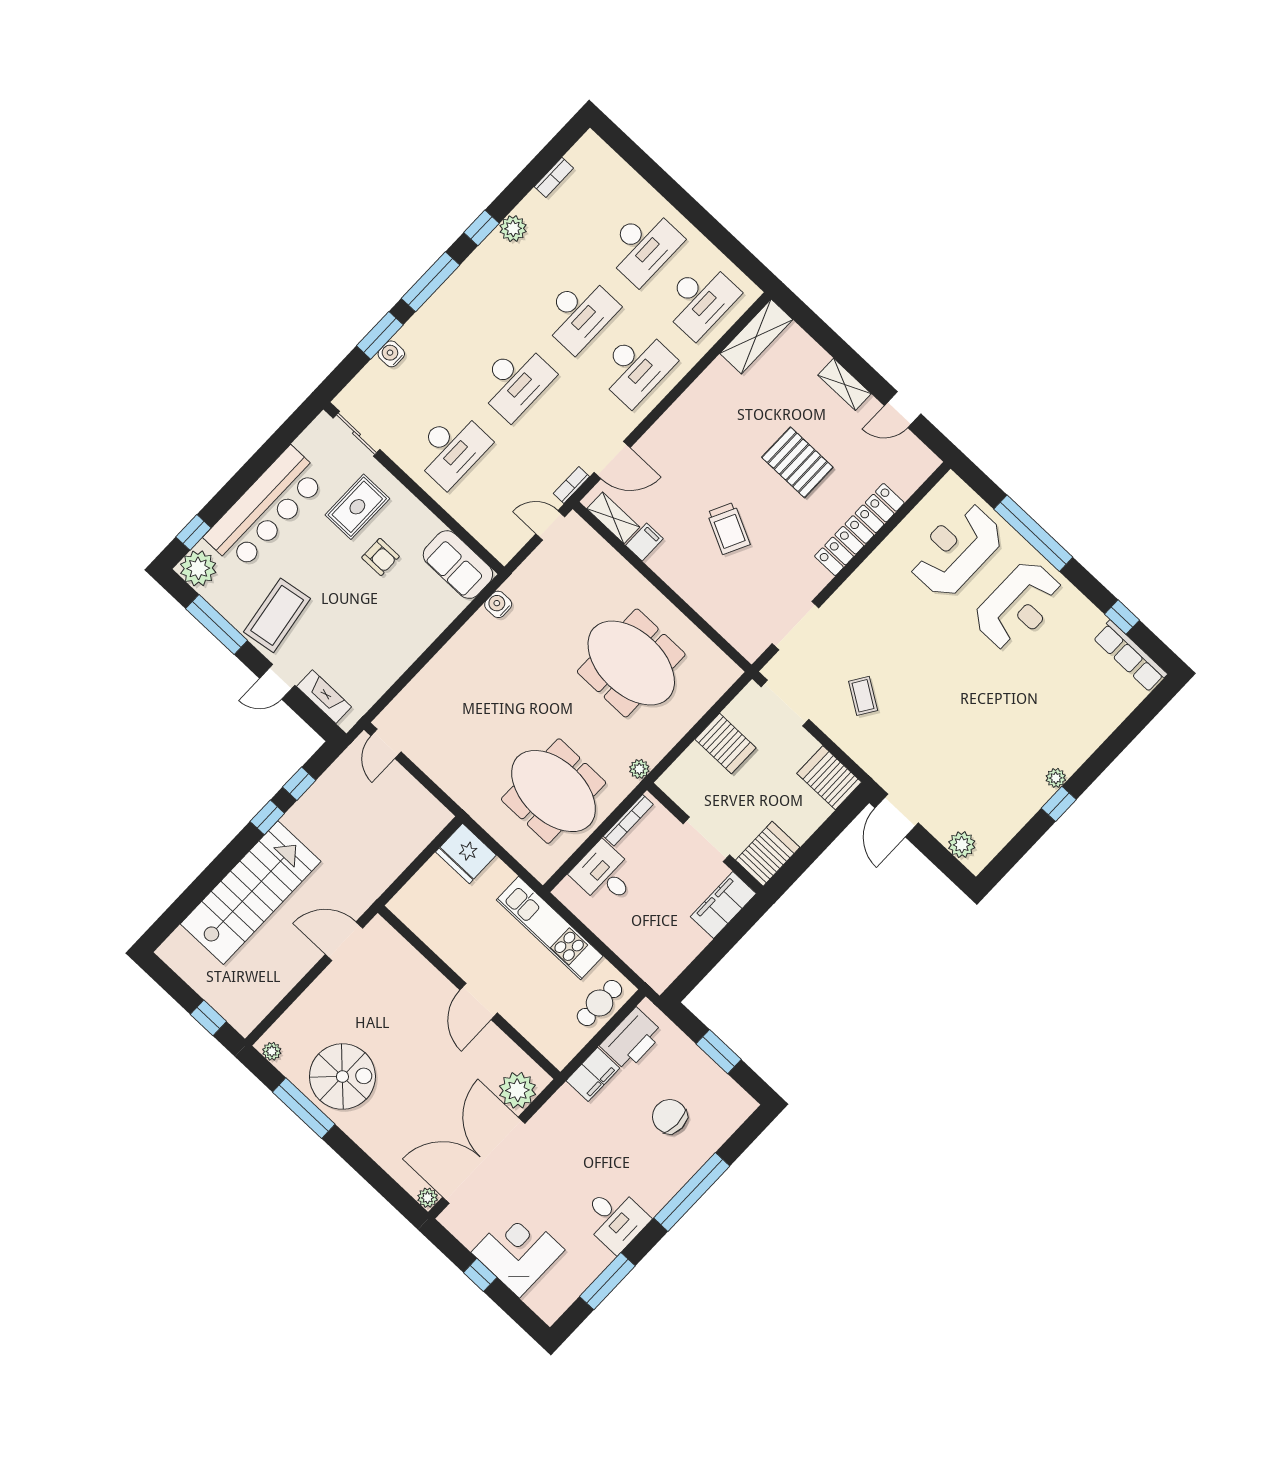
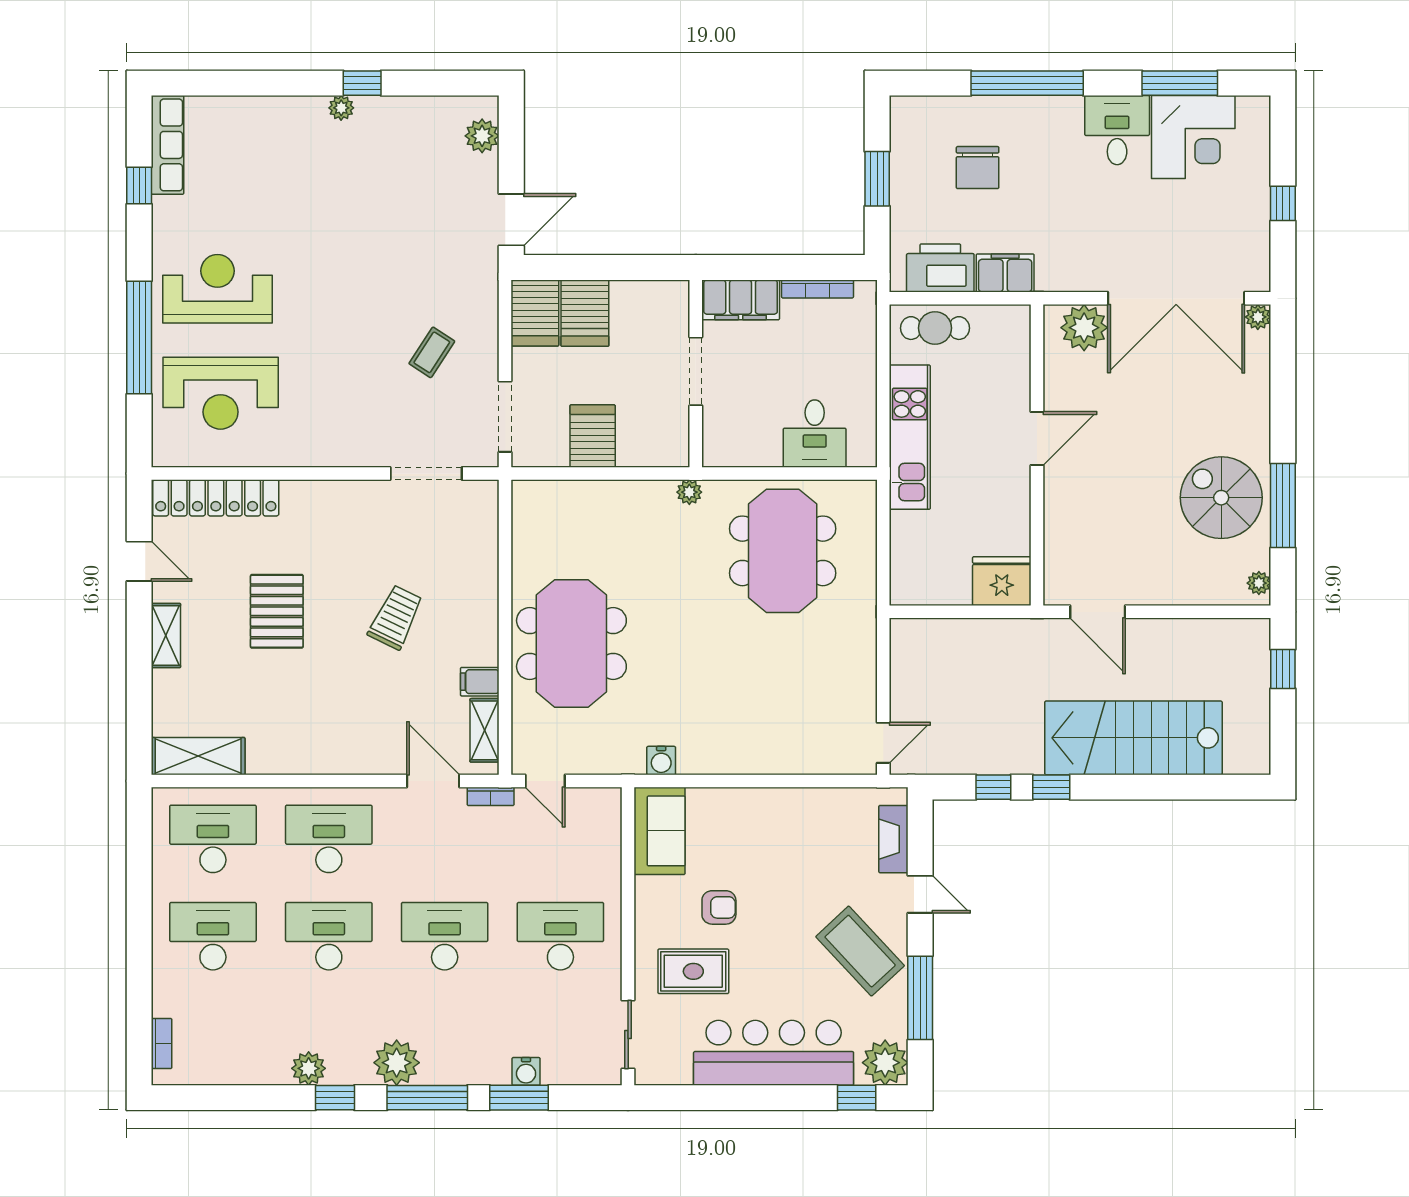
bookcase: (554, 177) -> (162, 1043), moved, turned 90
plant: (468, 283) -> (397, 1063), added
locker: (859, 530) -> (216, 498), moved
armchair: (380, 557) -> (719, 907), turned 90
coffee table: (277, 615) -> (860, 951), turned 56
meeting table: (631, 663) -> (571, 643), moved
bookcase: (628, 820) -> (818, 289), moved, turned 180
fridge: (466, 853) -> (1002, 581), moved, turned -90
server rack: (768, 854) -> (585, 313), moved, turned -90
corner desk: (518, 1251) -> (1193, 137), moved, turned -90

